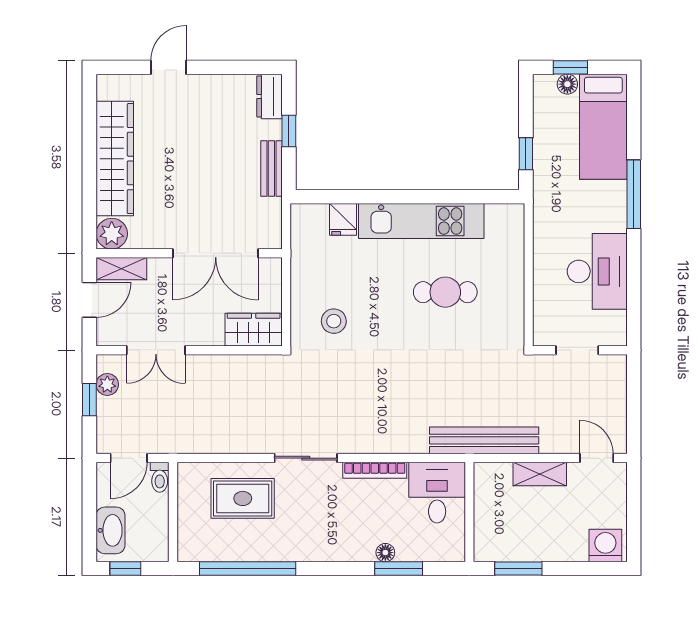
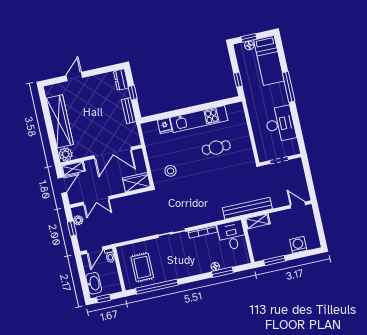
shelving: (540, 474) -> (257, 221), moved
rug: (243, 498) -> (142, 267), moved, turned 90
washing machine: (605, 545) -> (298, 245), moved

